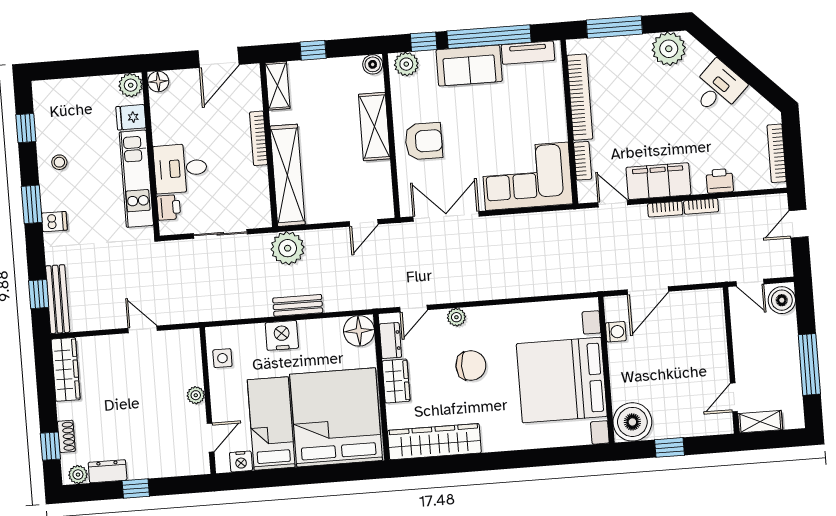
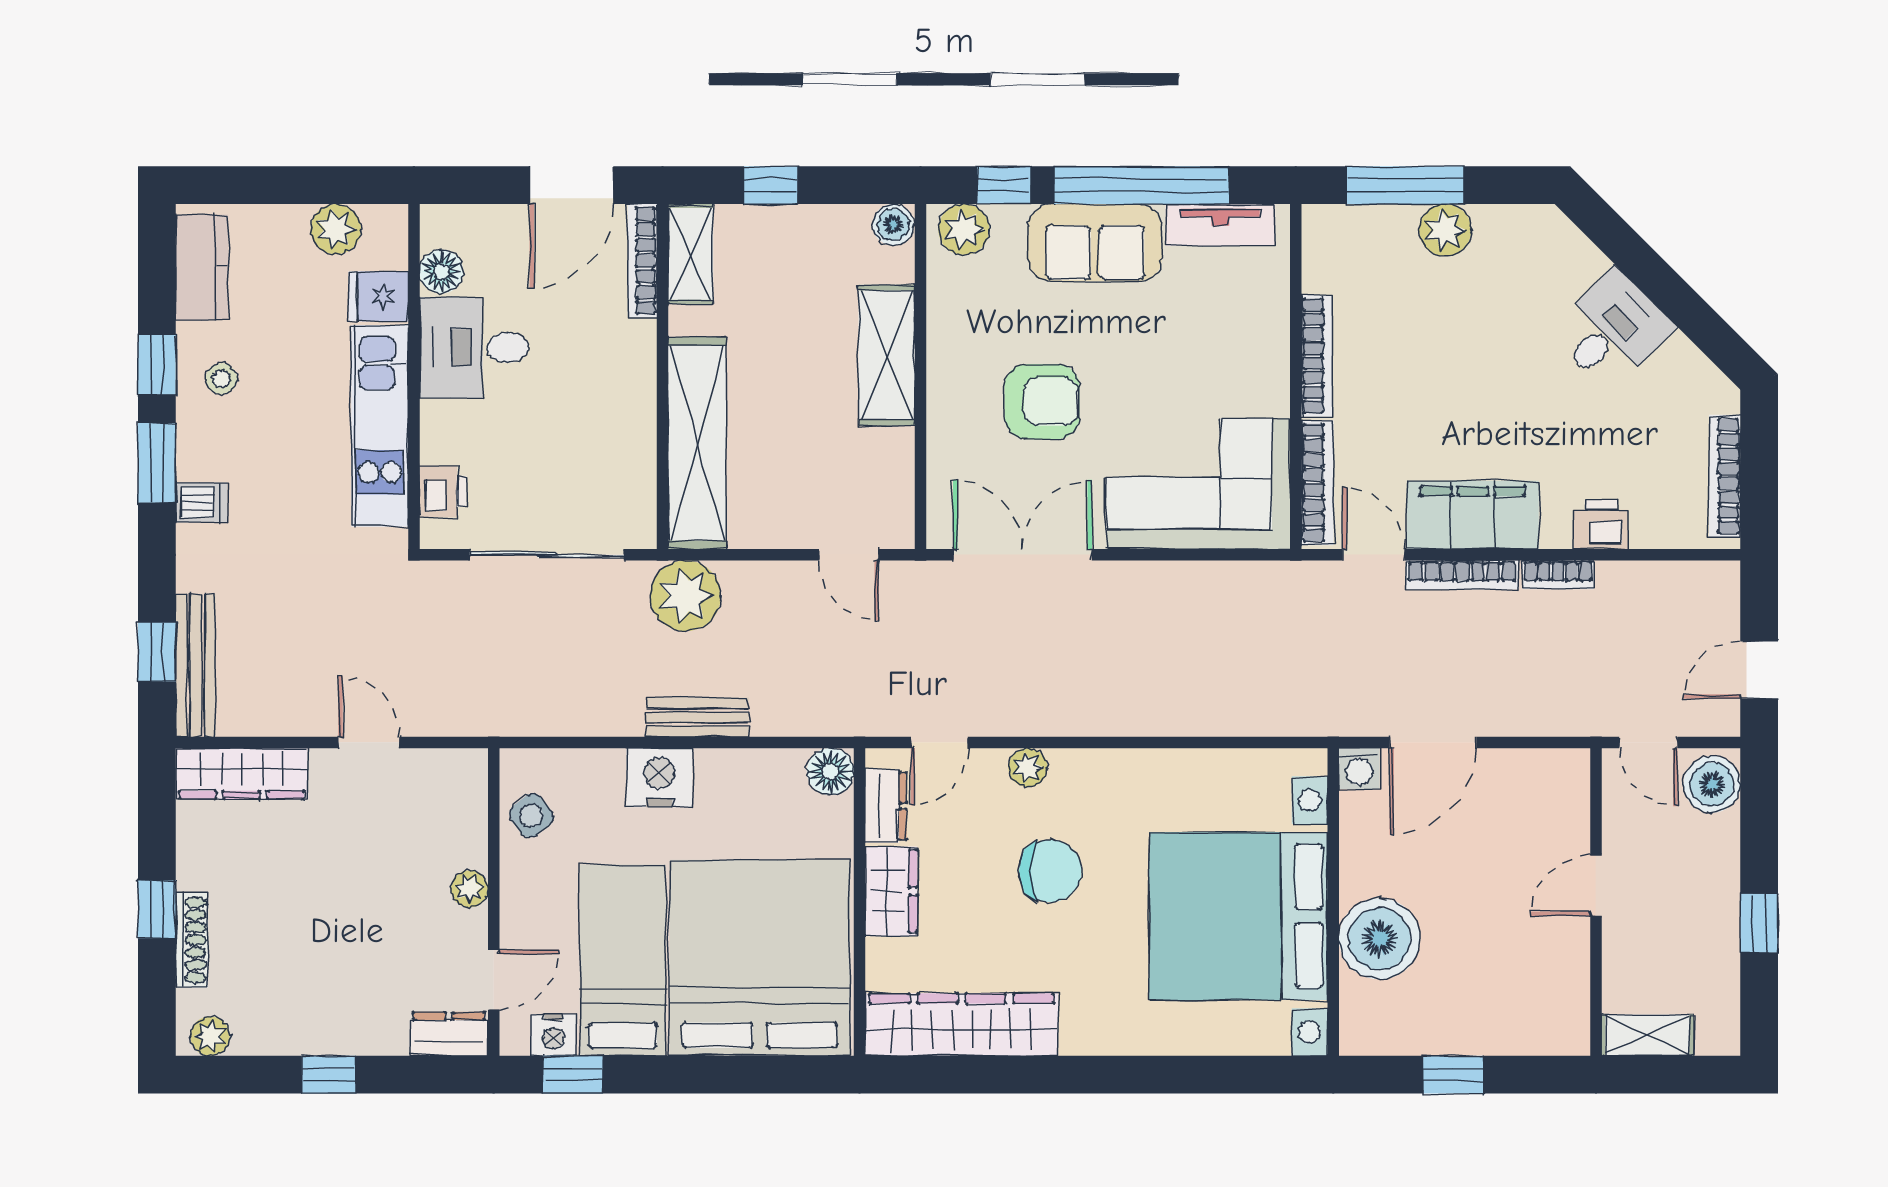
plant: (669, 49) -> (1445, 230), moved, width x0.73, depth x0.73
floor lamp: (158, 81) -> (441, 272), moved
plant: (131, 85) -> (336, 229), moved
bookcase: (580, 97) -> (1317, 356), width x0.68, depth x0.76
kitchen counter: (46, 110) -> (202, 267), added
window: (26, 128) -> (157, 365), moved
bookcase: (259, 138) -> (642, 261), moved
armchair: (424, 141) -> (1042, 402), moved
bookcase: (583, 161) -> (1317, 483), width x1.56
desk: (180, 168) -> (474, 348), moved
bookcase: (665, 209) -> (1462, 575), width x1.56
door: (364, 223) -> (849, 555), hinge flipped
door: (798, 224) -> (1759, 670), moved
sliding door: (220, 234) -> (547, 555), width x1.37
floor lamp: (359, 331) -> (830, 772), width x0.73, depth x0.73
washing machine: (616, 332) -> (1359, 769), moved, turned 90
side table: (222, 358) -> (531, 816), turned -37
window: (809, 364) -> (1759, 923), width x0.46
wardrobe: (66, 369) -> (241, 774), moved, turned 90
door: (734, 397) -> (1596, 886), moved
boiler: (632, 422) -> (1379, 939), moved
shoe rack: (66, 436) -> (192, 940), width x1.43
window: (50, 446) -> (157, 909), moved
dresser: (108, 471) -> (449, 1034), moved
window: (252, 480) -> (573, 1075), added

